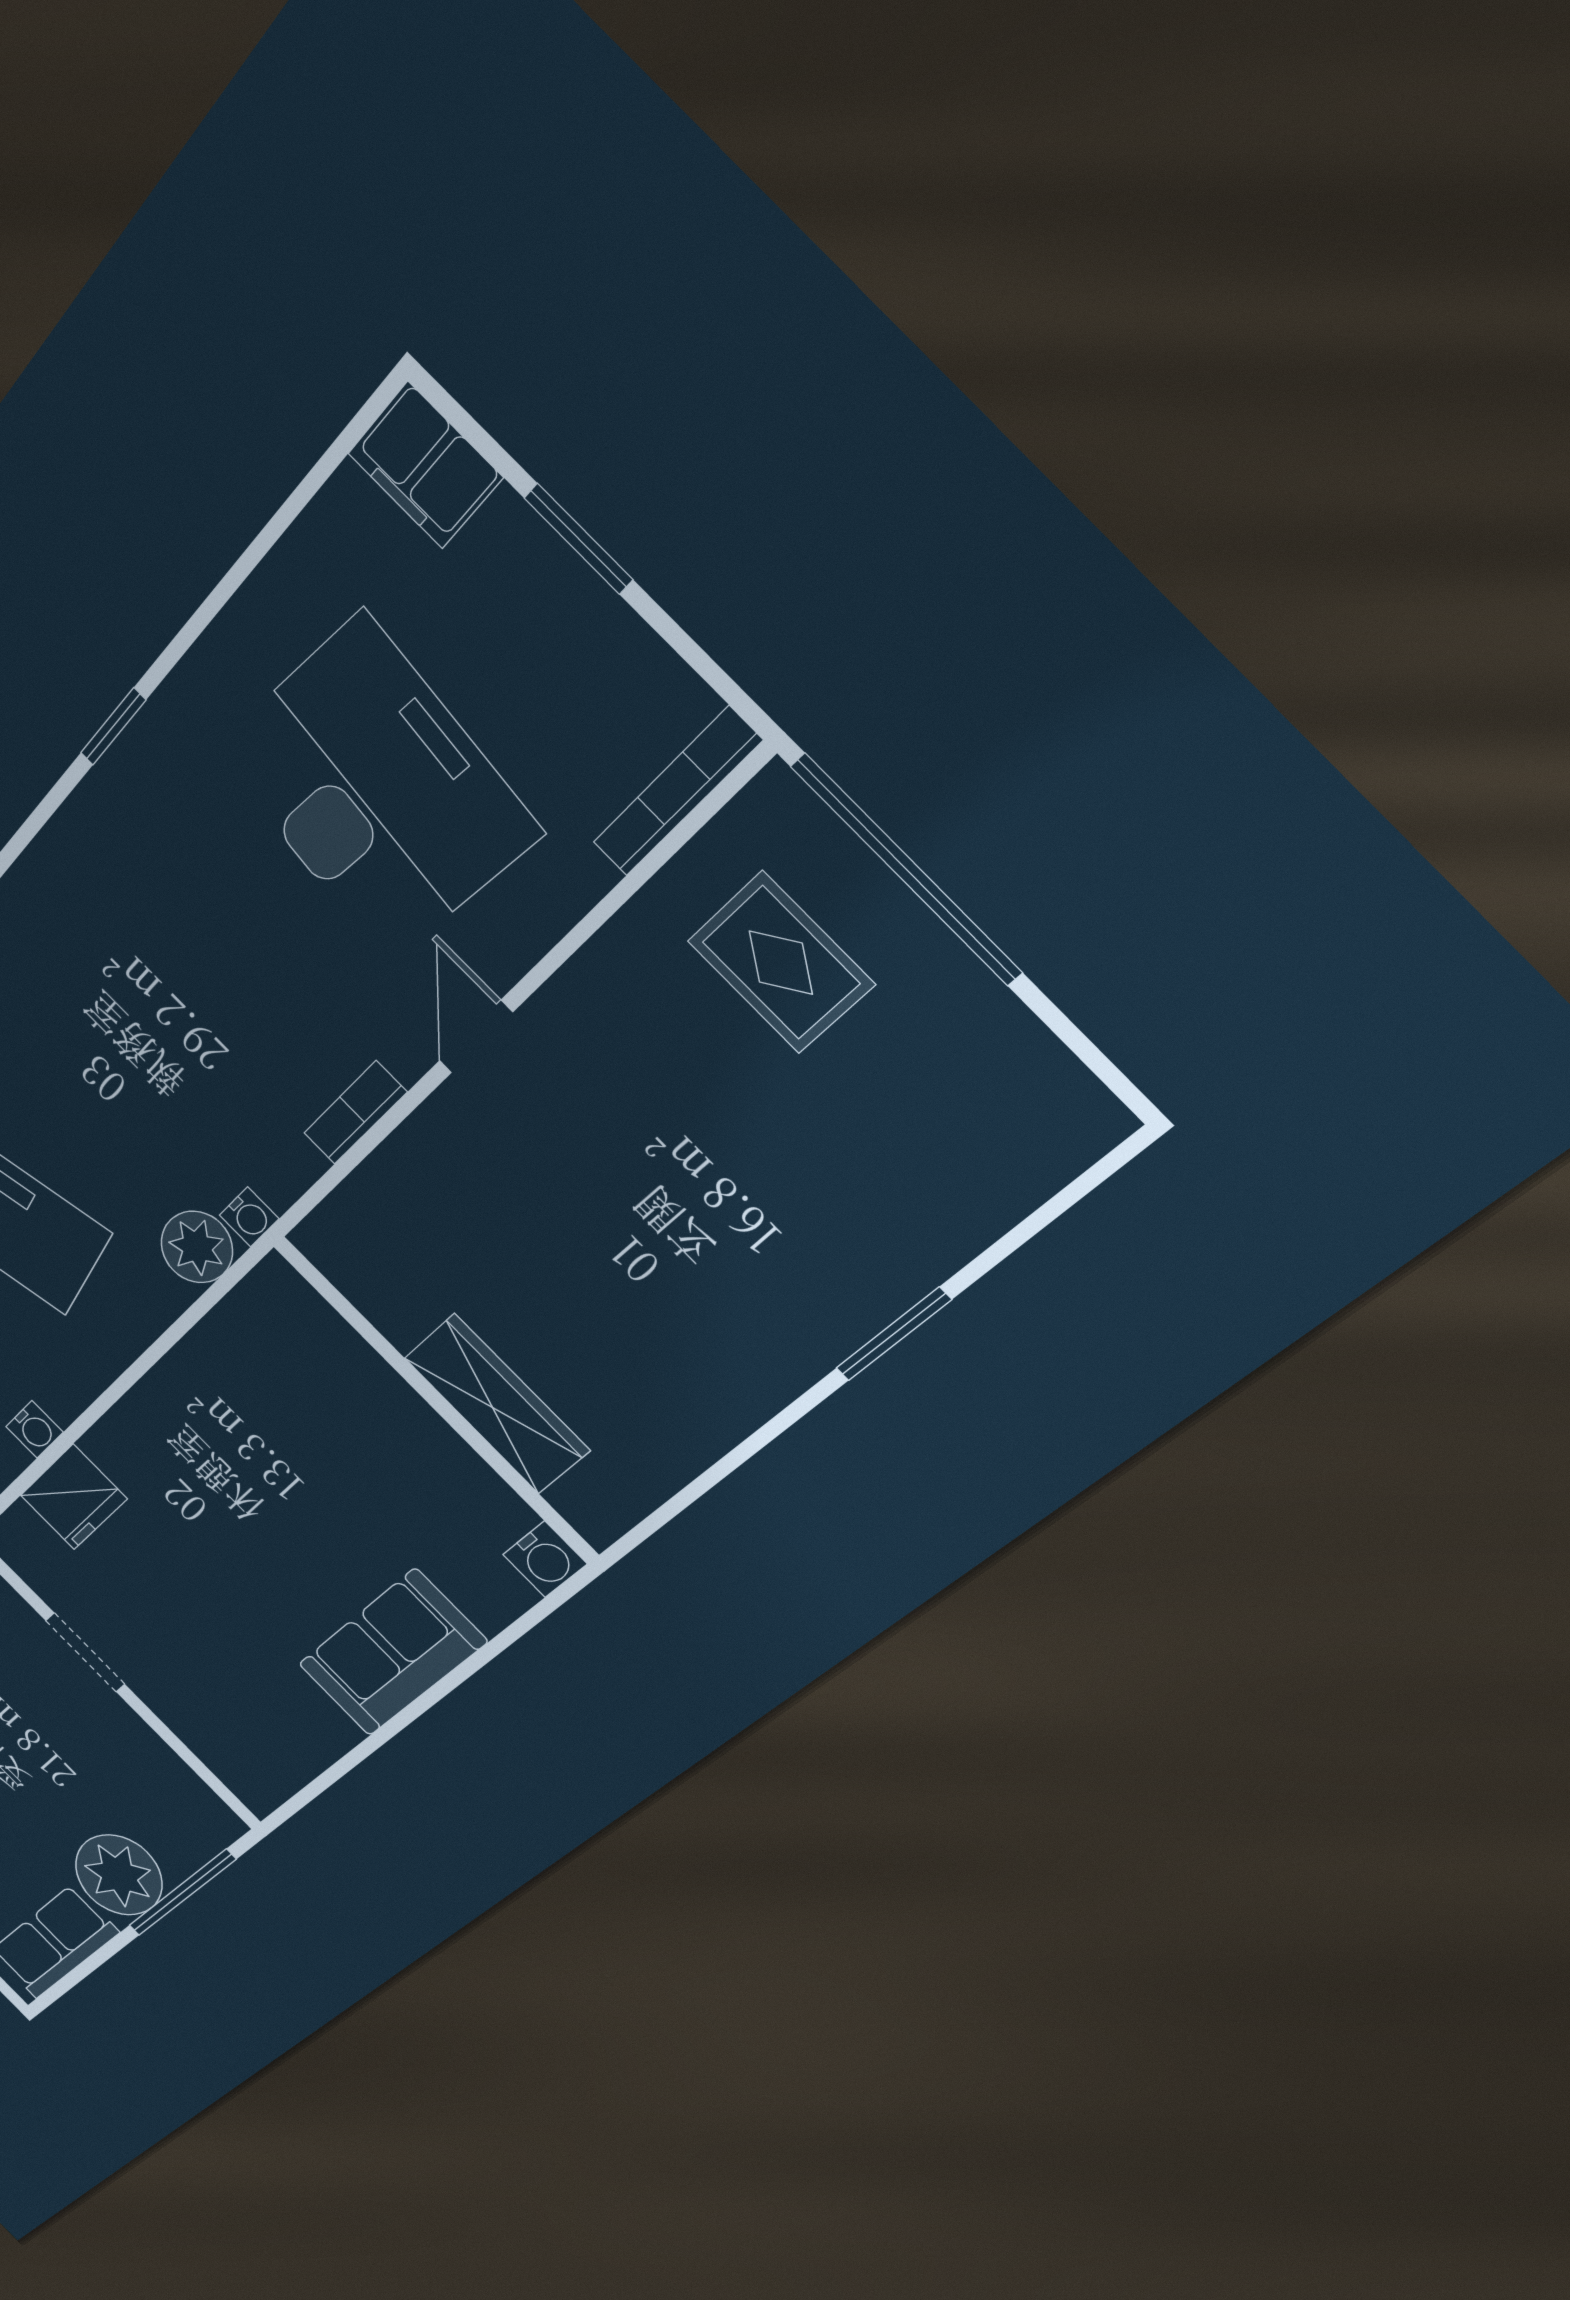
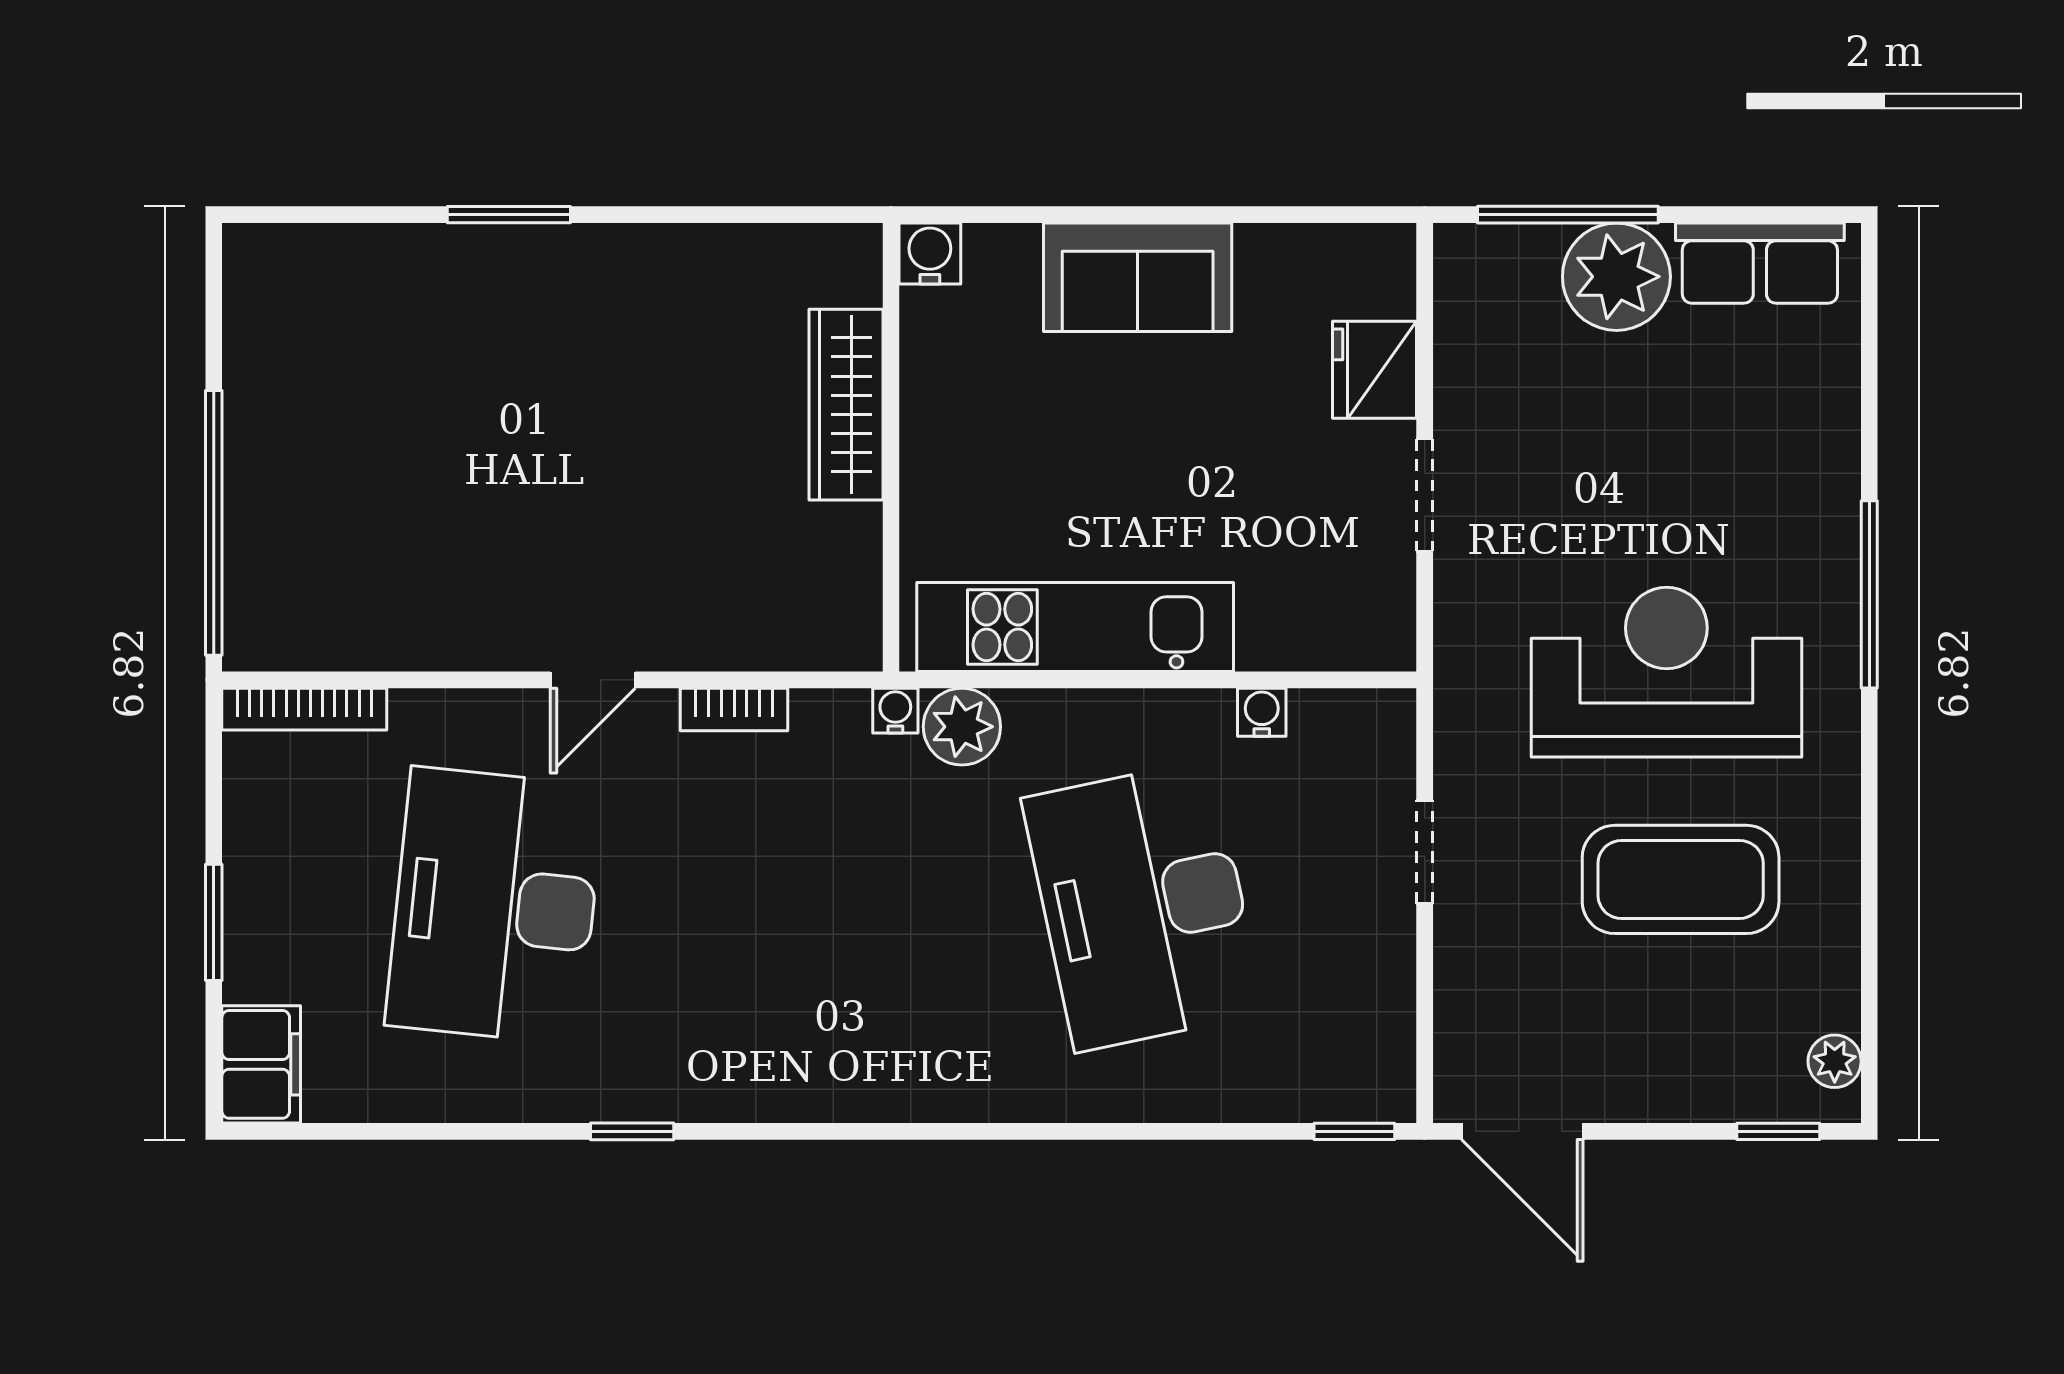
rug: (781, 963) -> (344, 537), removed
kitchen unit: (196, 1383) -> (1075, 627), added
fridge: (74, 1497) -> (1374, 370), moved, turned -90

